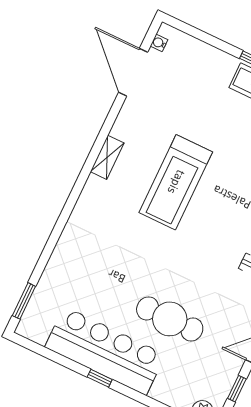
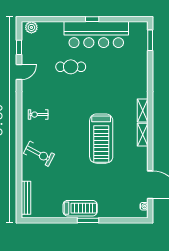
treadmill: (176, 182) -> (101, 139), turned 180
shelving: (89, 195) -> (143, 110), added
cafe table: (170, 319) -> (71, 67), width x0.73, depth x0.74

